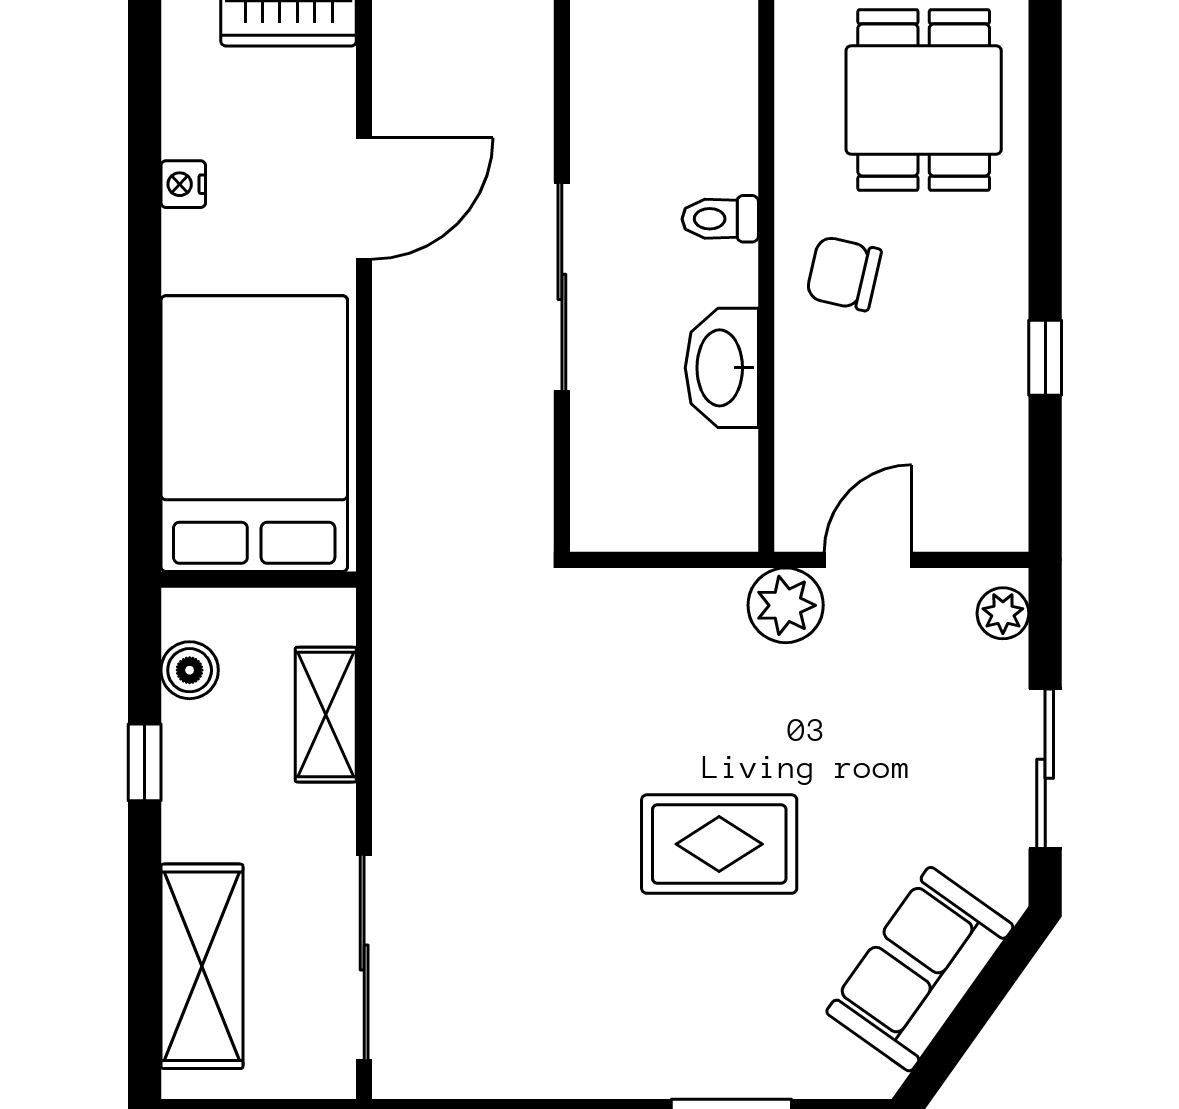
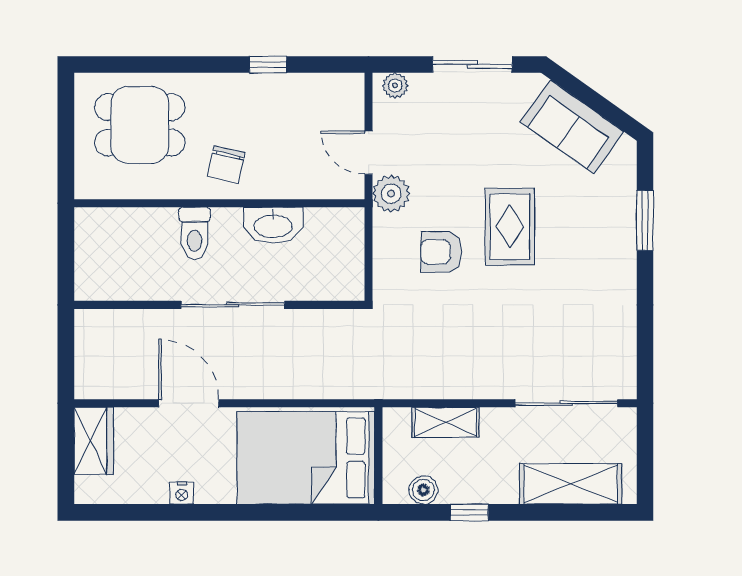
toilet: (720, 219) -> (195, 233), width x1.37, depth x1.39
armchair: (669, 706) -> (441, 252), added

